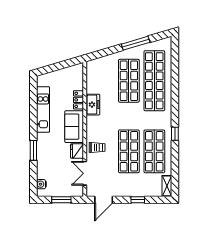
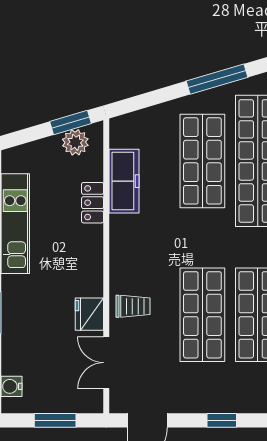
window: (68, 63) -> (70, 123), added
plant: (71, 72) -> (75, 142), added
freezer: (93, 105) -> (124, 181), moved, width x1.40
sofa: (74, 127) -> (83, 261), removed

